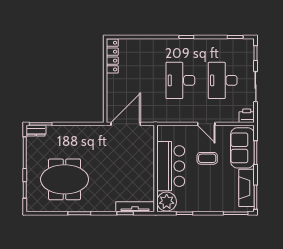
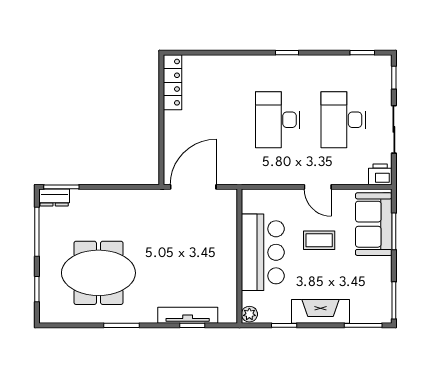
fireplace: (247, 188) -> (321, 311), moved, turned 90
plant: (167, 202) -> (249, 314), width x0.53, depth x0.53
tv unit: (135, 207) -> (188, 315), moved

